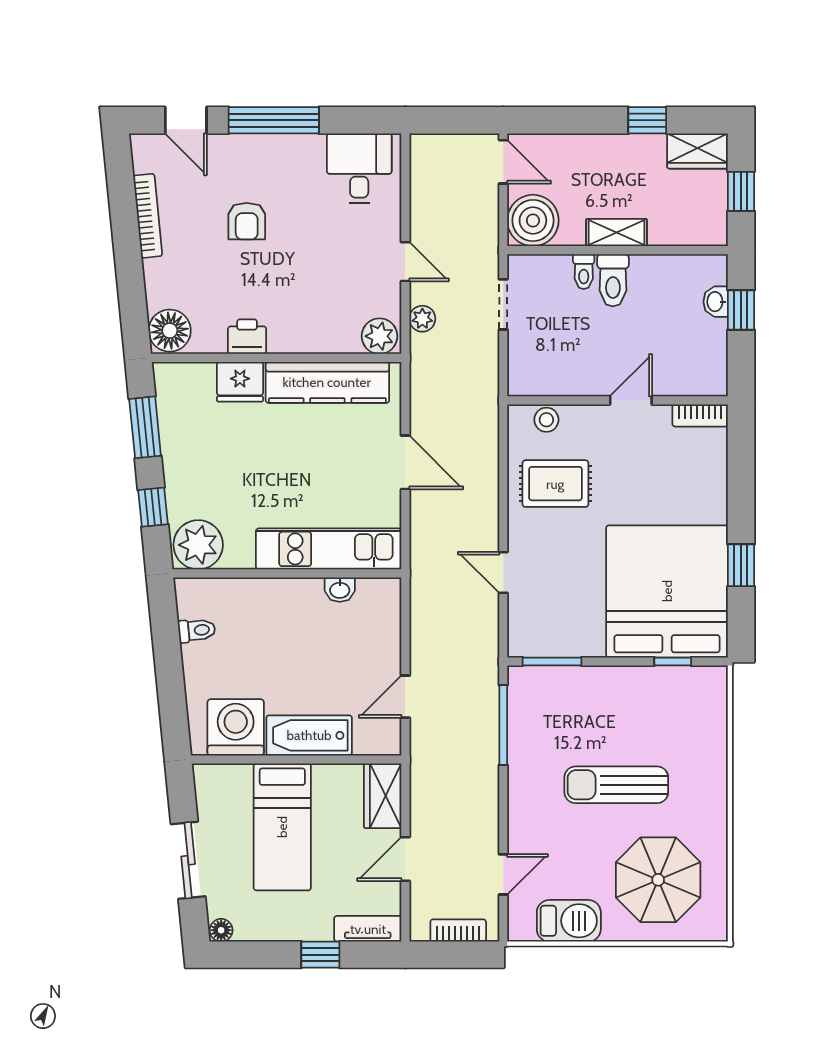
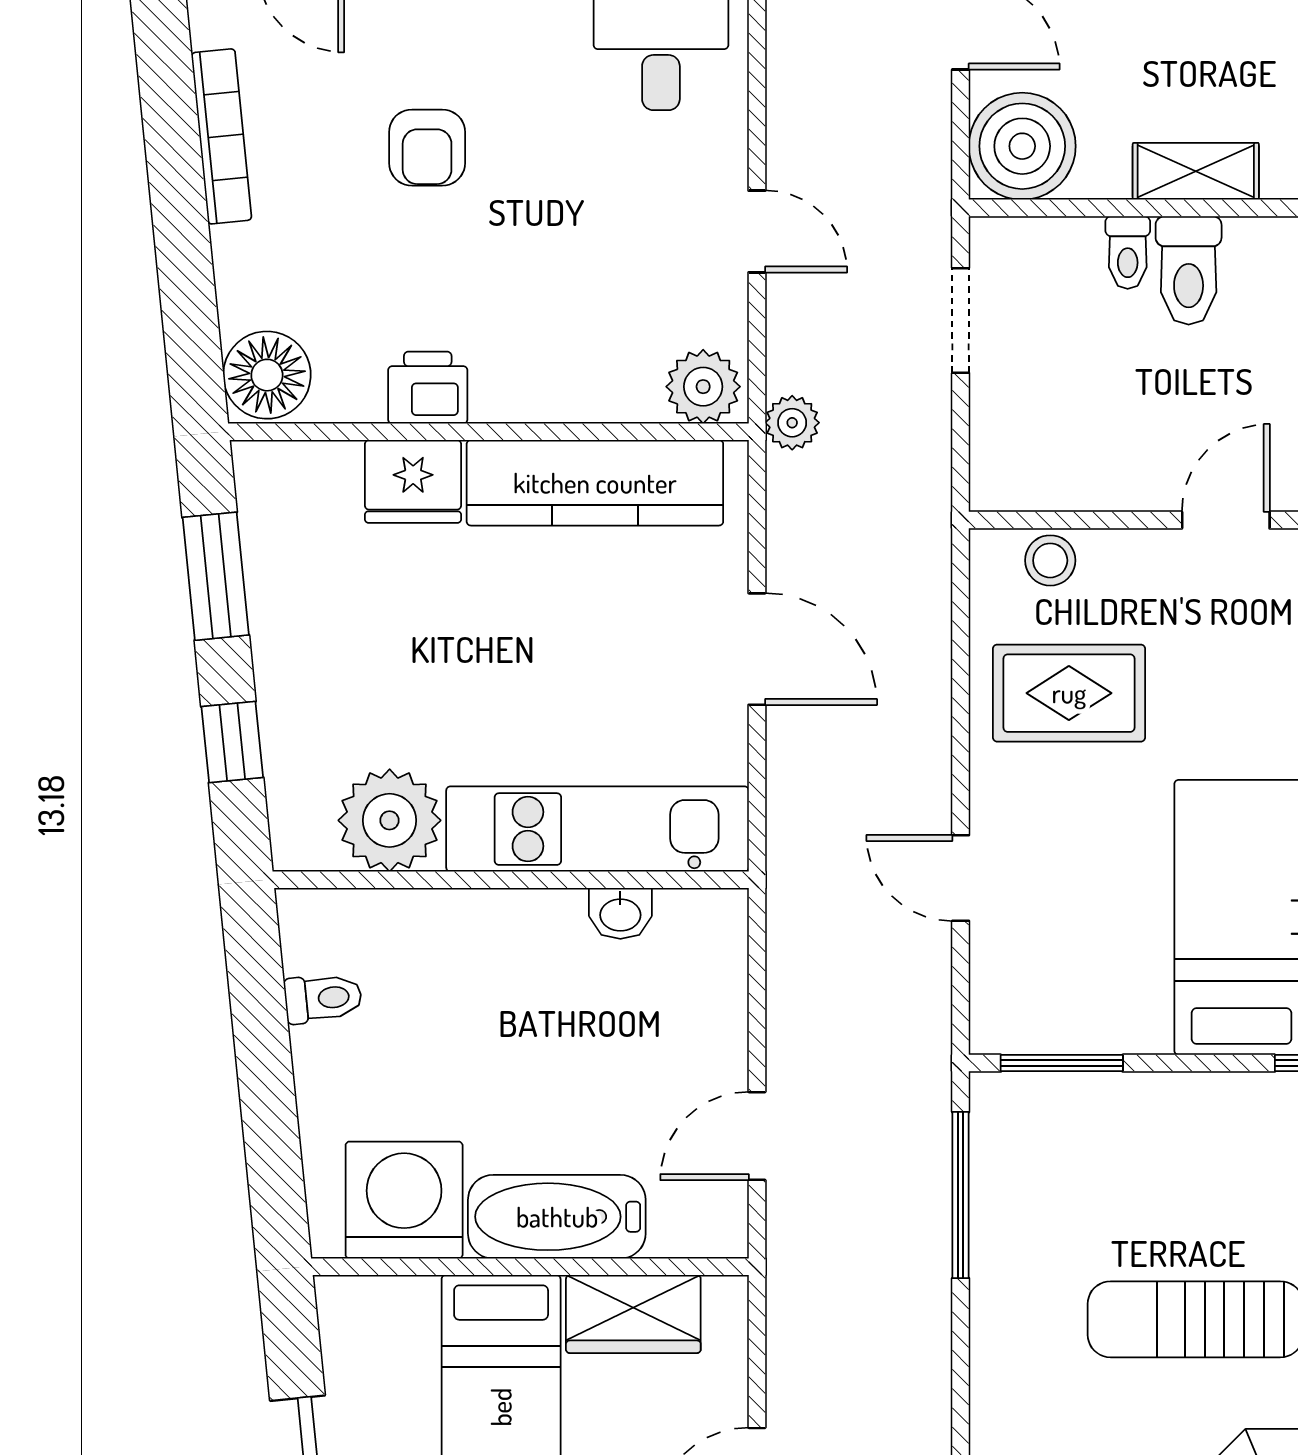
plant: (422, 319) -> (792, 423), moved
plant: (198, 545) -> (390, 820), moved
wardrobe: (383, 796) -> (633, 1314), moved, turned -90

